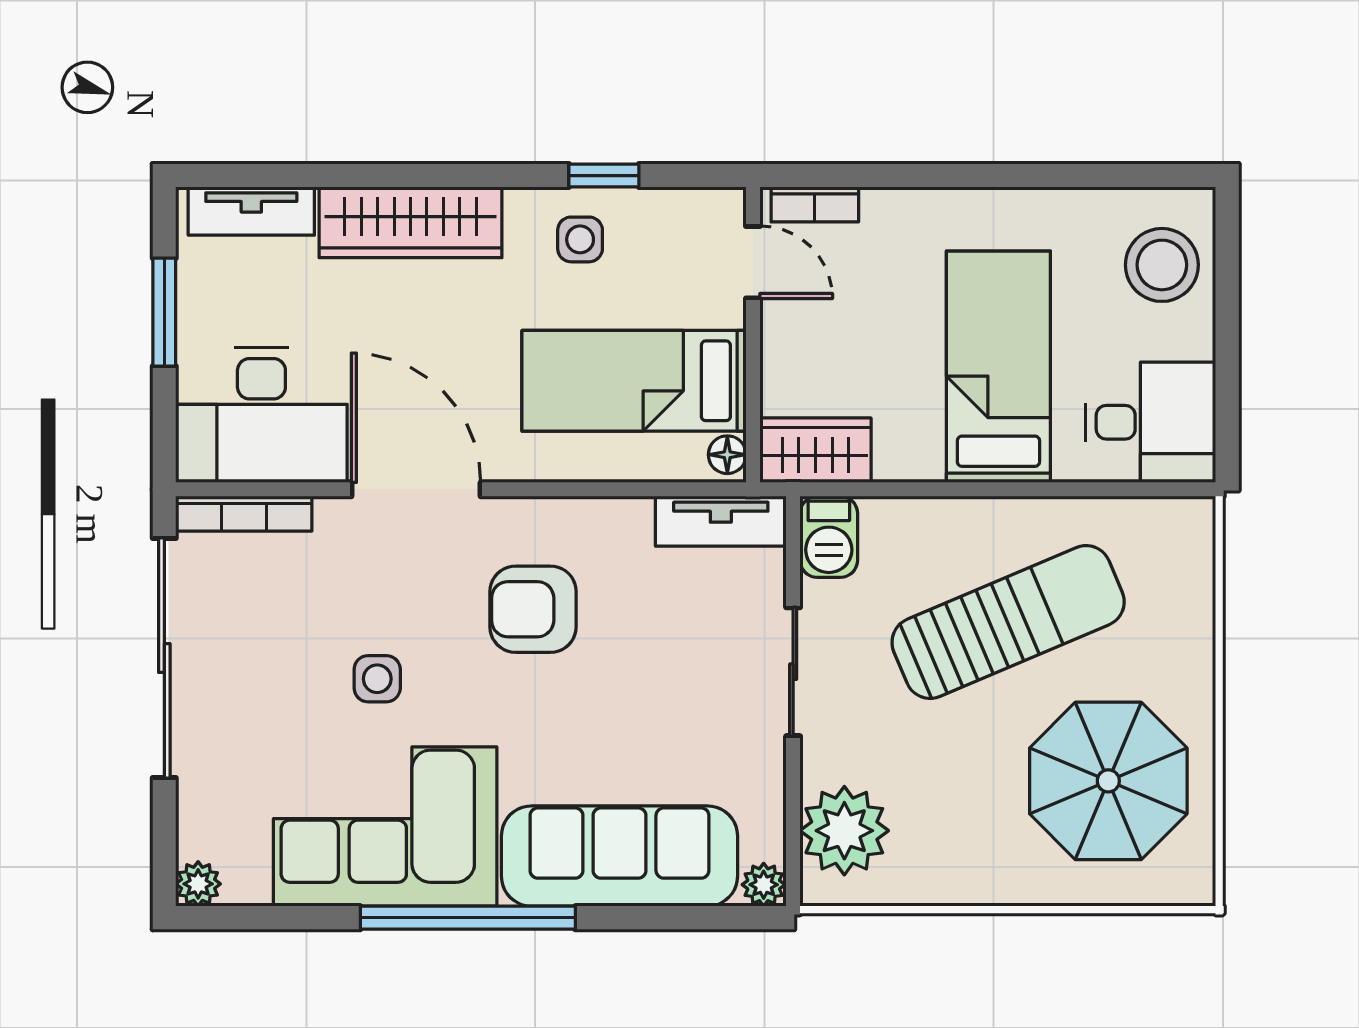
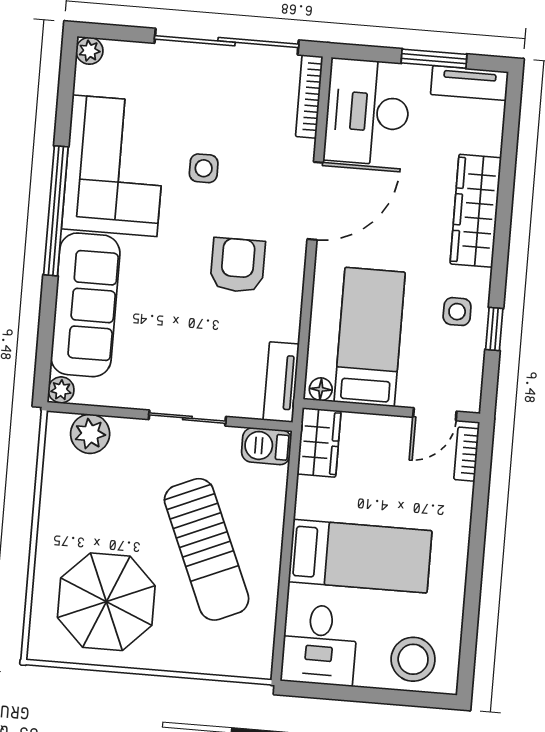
tv unit: (251, 211) -> (469, 83), moved, turned -90
plant: (844, 831) -> (90, 434), width x0.73, depth x0.73

